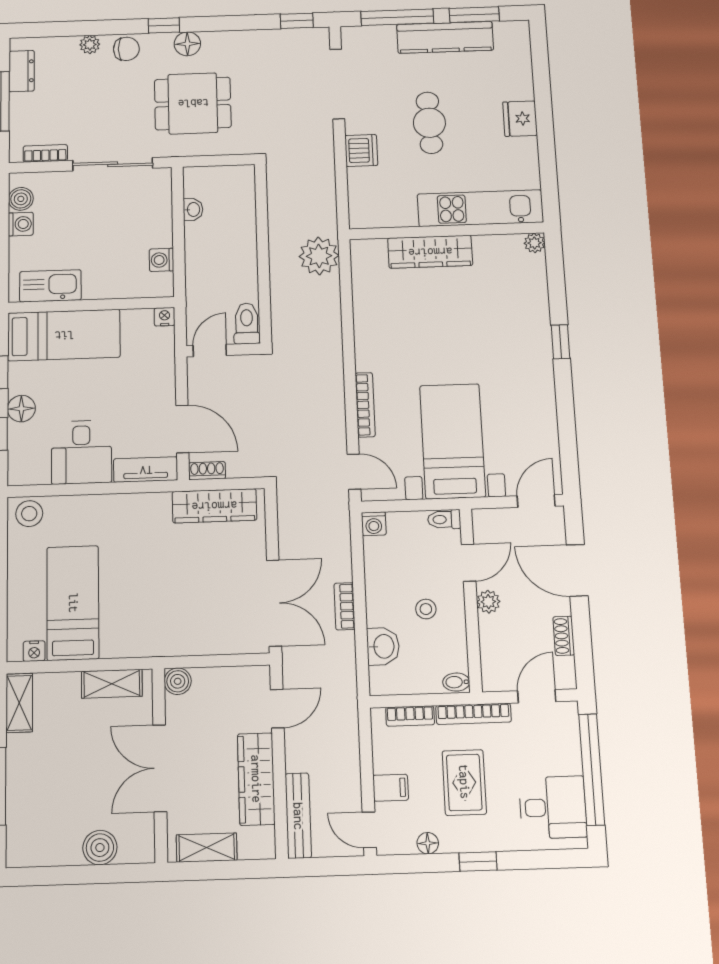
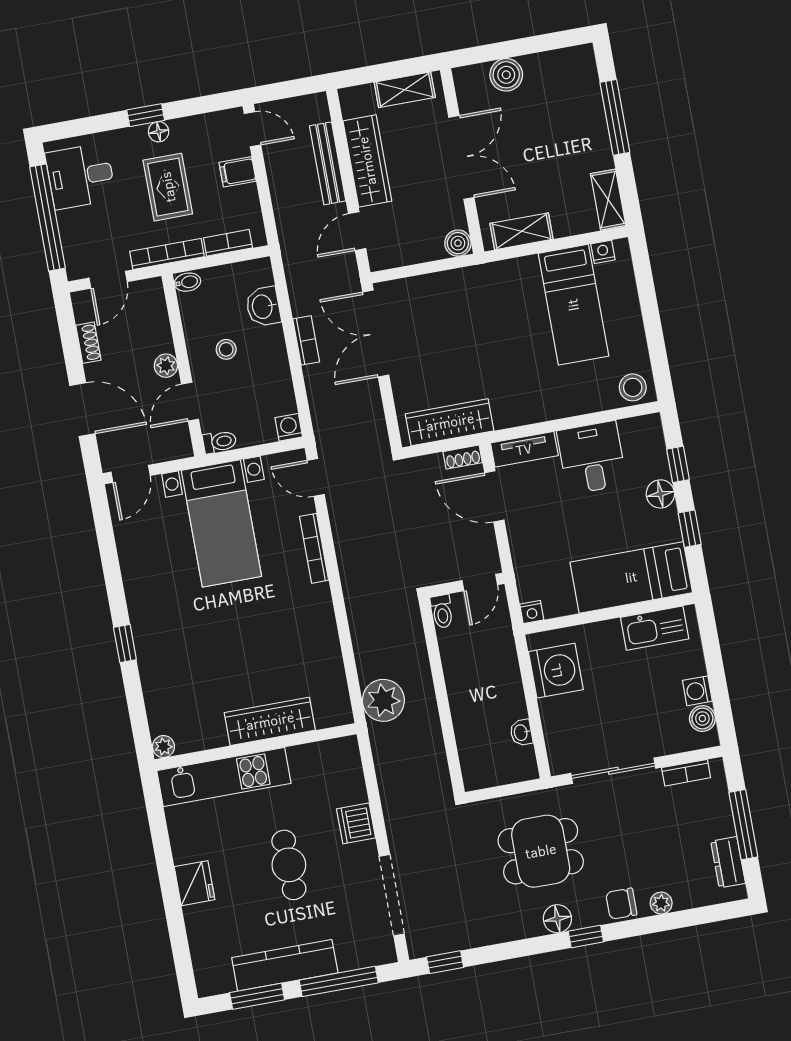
washing machine: (162, 260) -> (556, 671), width x1.89, depth x1.89
toilet: (247, 323) -> (442, 611), width x0.73, depth x0.72
bench: (298, 816) -> (328, 163), moved
floor lamp: (428, 843) -> (159, 132), moved

